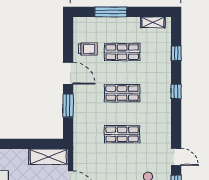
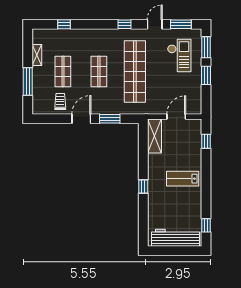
shelving: (153, 22) -> (37, 55), moved
window: (176, 92) -> (124, 24), moved
shop shelf: (122, 134) -> (135, 72), width x2.00, depth x1.36

